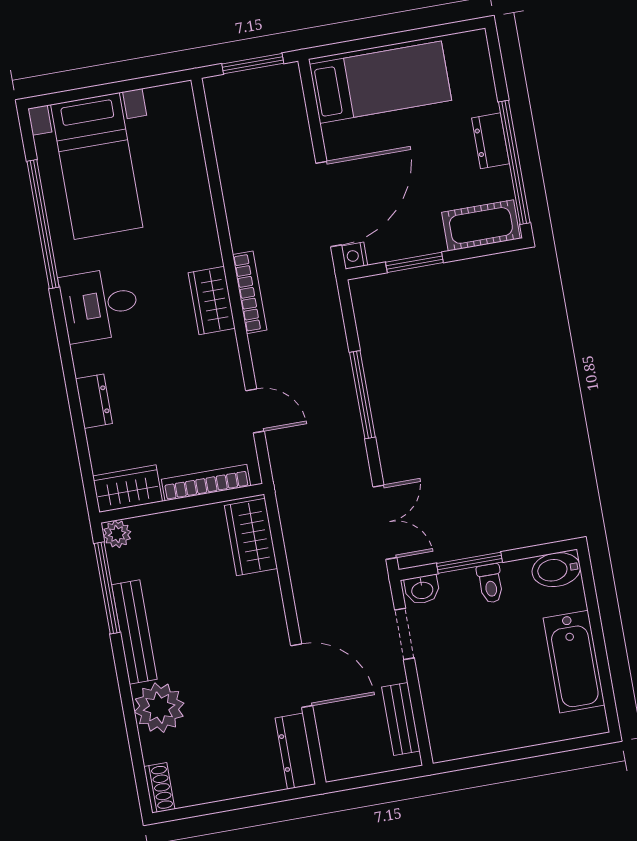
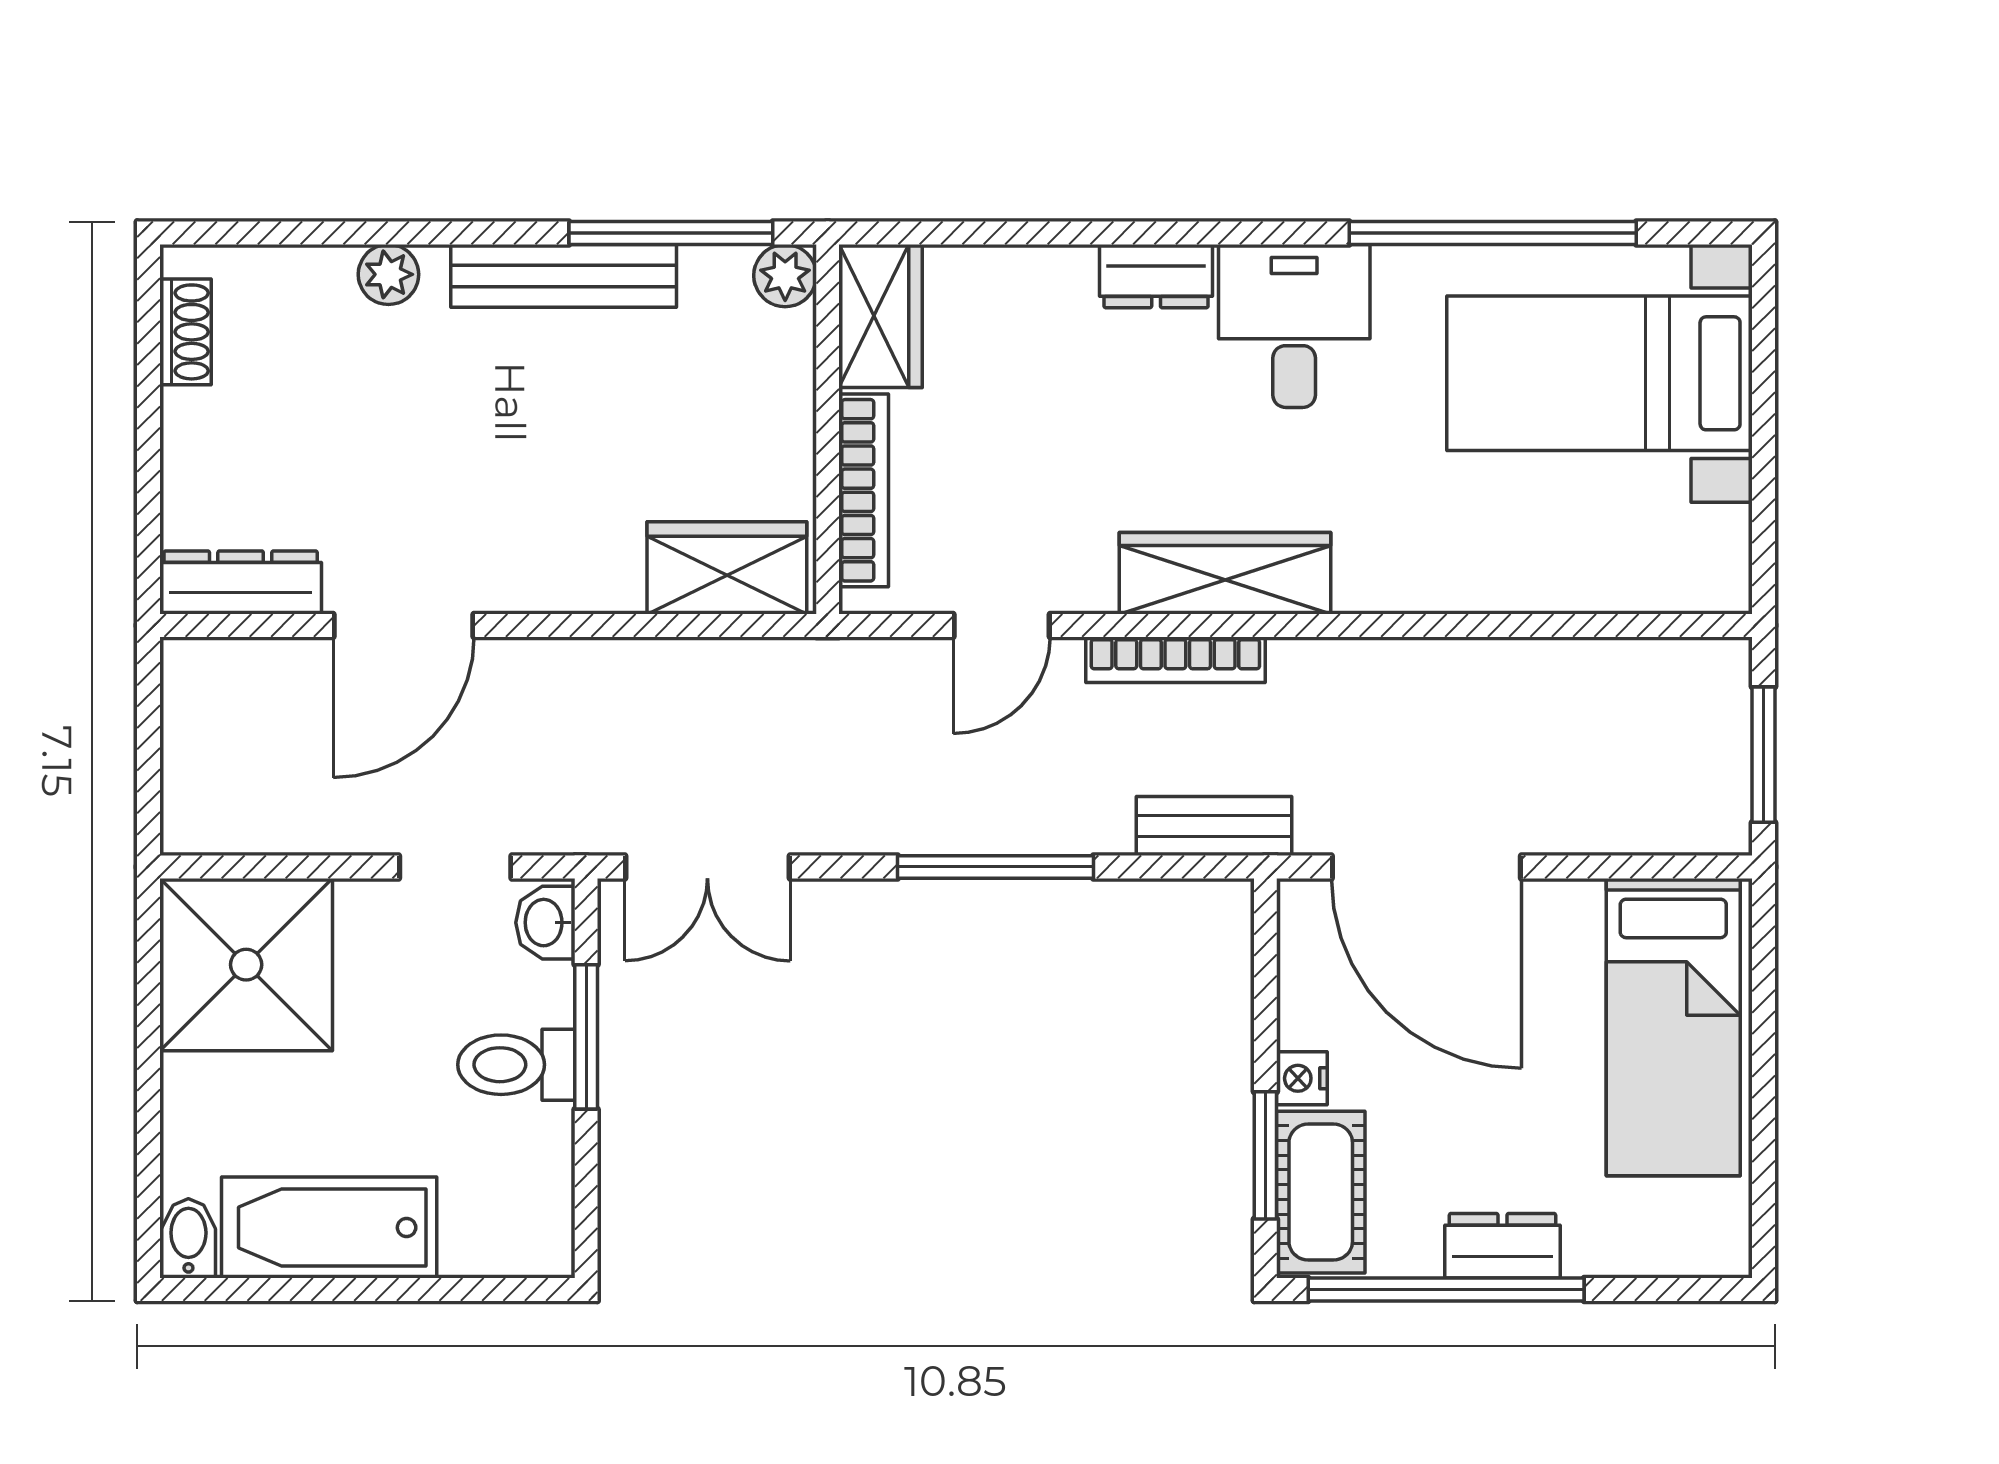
nightstand: (355, 256) -> (1302, 1078), moved, turned -90
window: (414, 262) -> (1265, 1155), moved
bookcase: (250, 292) -> (1175, 660), moved
wardrobe: (212, 301) -> (1225, 573), width x1.50
dresser: (94, 401) -> (1156, 276), moved
bidet: (556, 570) -> (188, 1238), moved, width x0.72, depth x0.74
toilet: (490, 583) -> (516, 1065), width x1.37, depth x1.39
plant: (159, 708) -> (388, 274), width x0.53, depth x0.53
bench: (401, 719) -> (1214, 826), moved
shower: (464, 719) -> (246, 965), added
shoe rack: (159, 788) -> (185, 332), moved, turned -90

